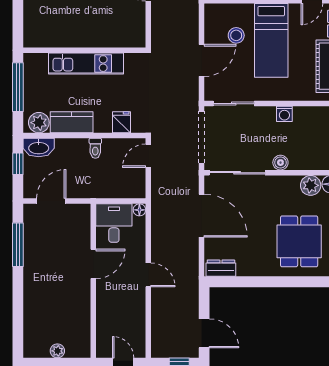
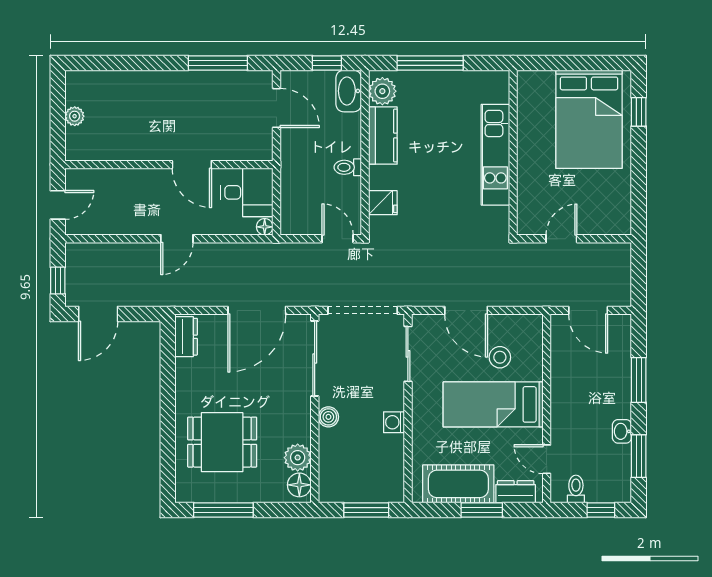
wall: (84, 50) -> (513, 153), moved
kitchen unit: (86, 64) -> (495, 155), moved

